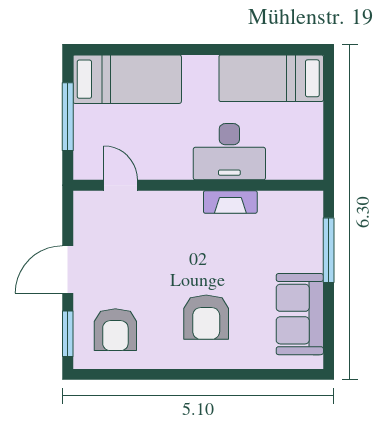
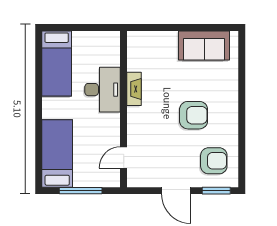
window: (329, 250) -> (164, 28), removed
armchair: (206, 317) -> (194, 115), moved

